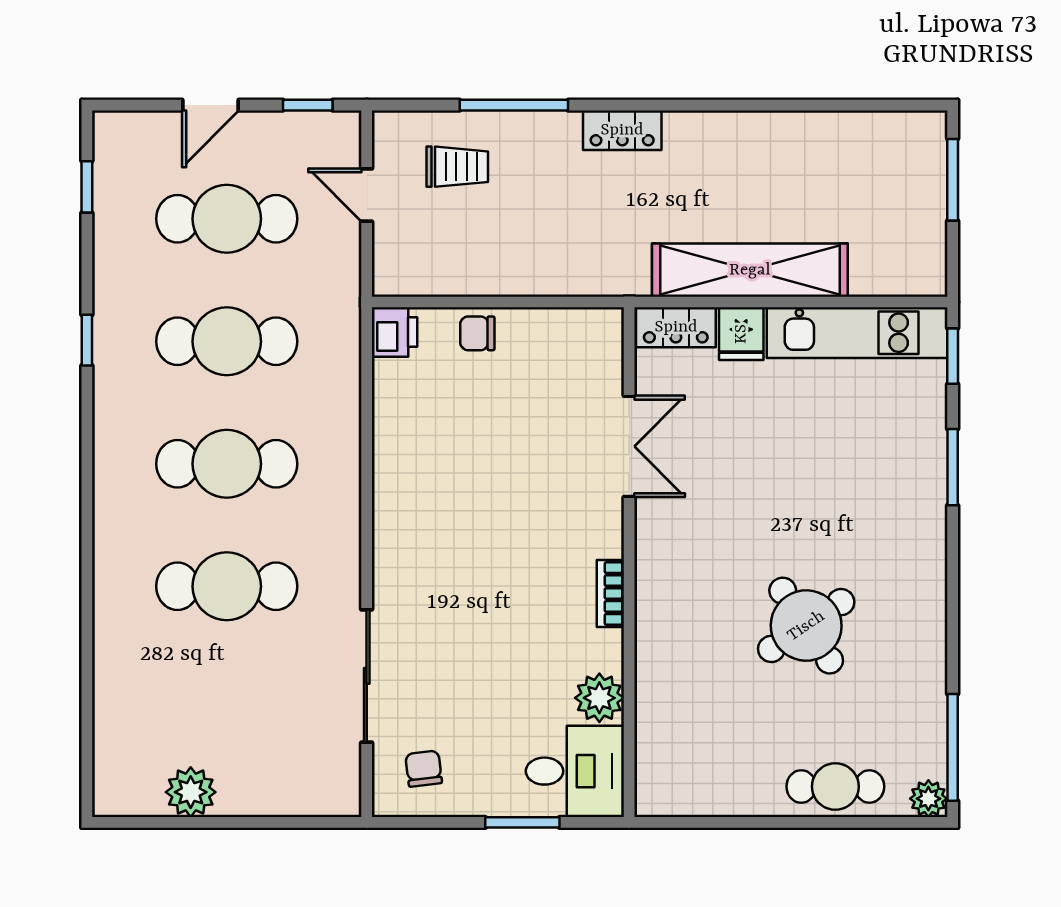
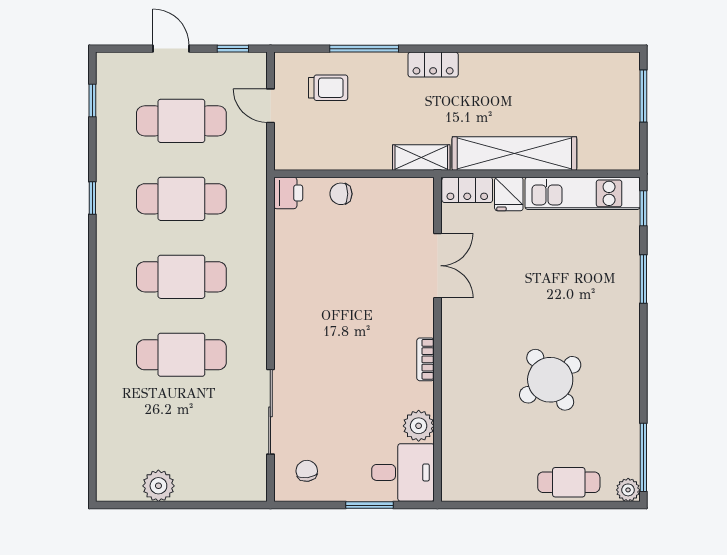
door: (211, 105) -> (171, 49), swing flipped
shelving: (604, 276) -> (421, 158), added

